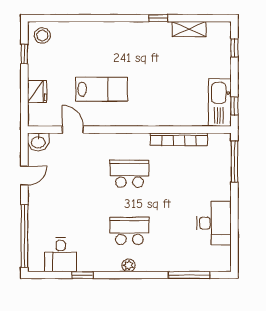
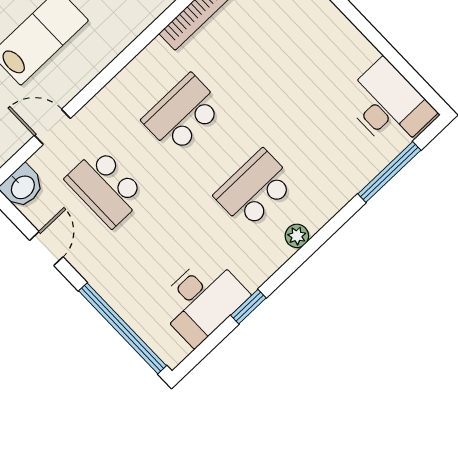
school desk: (71, 174) -> (106, 187), added
desk: (214, 223) -> (388, 105), moved
desk: (61, 255) -> (202, 300), width x1.37

